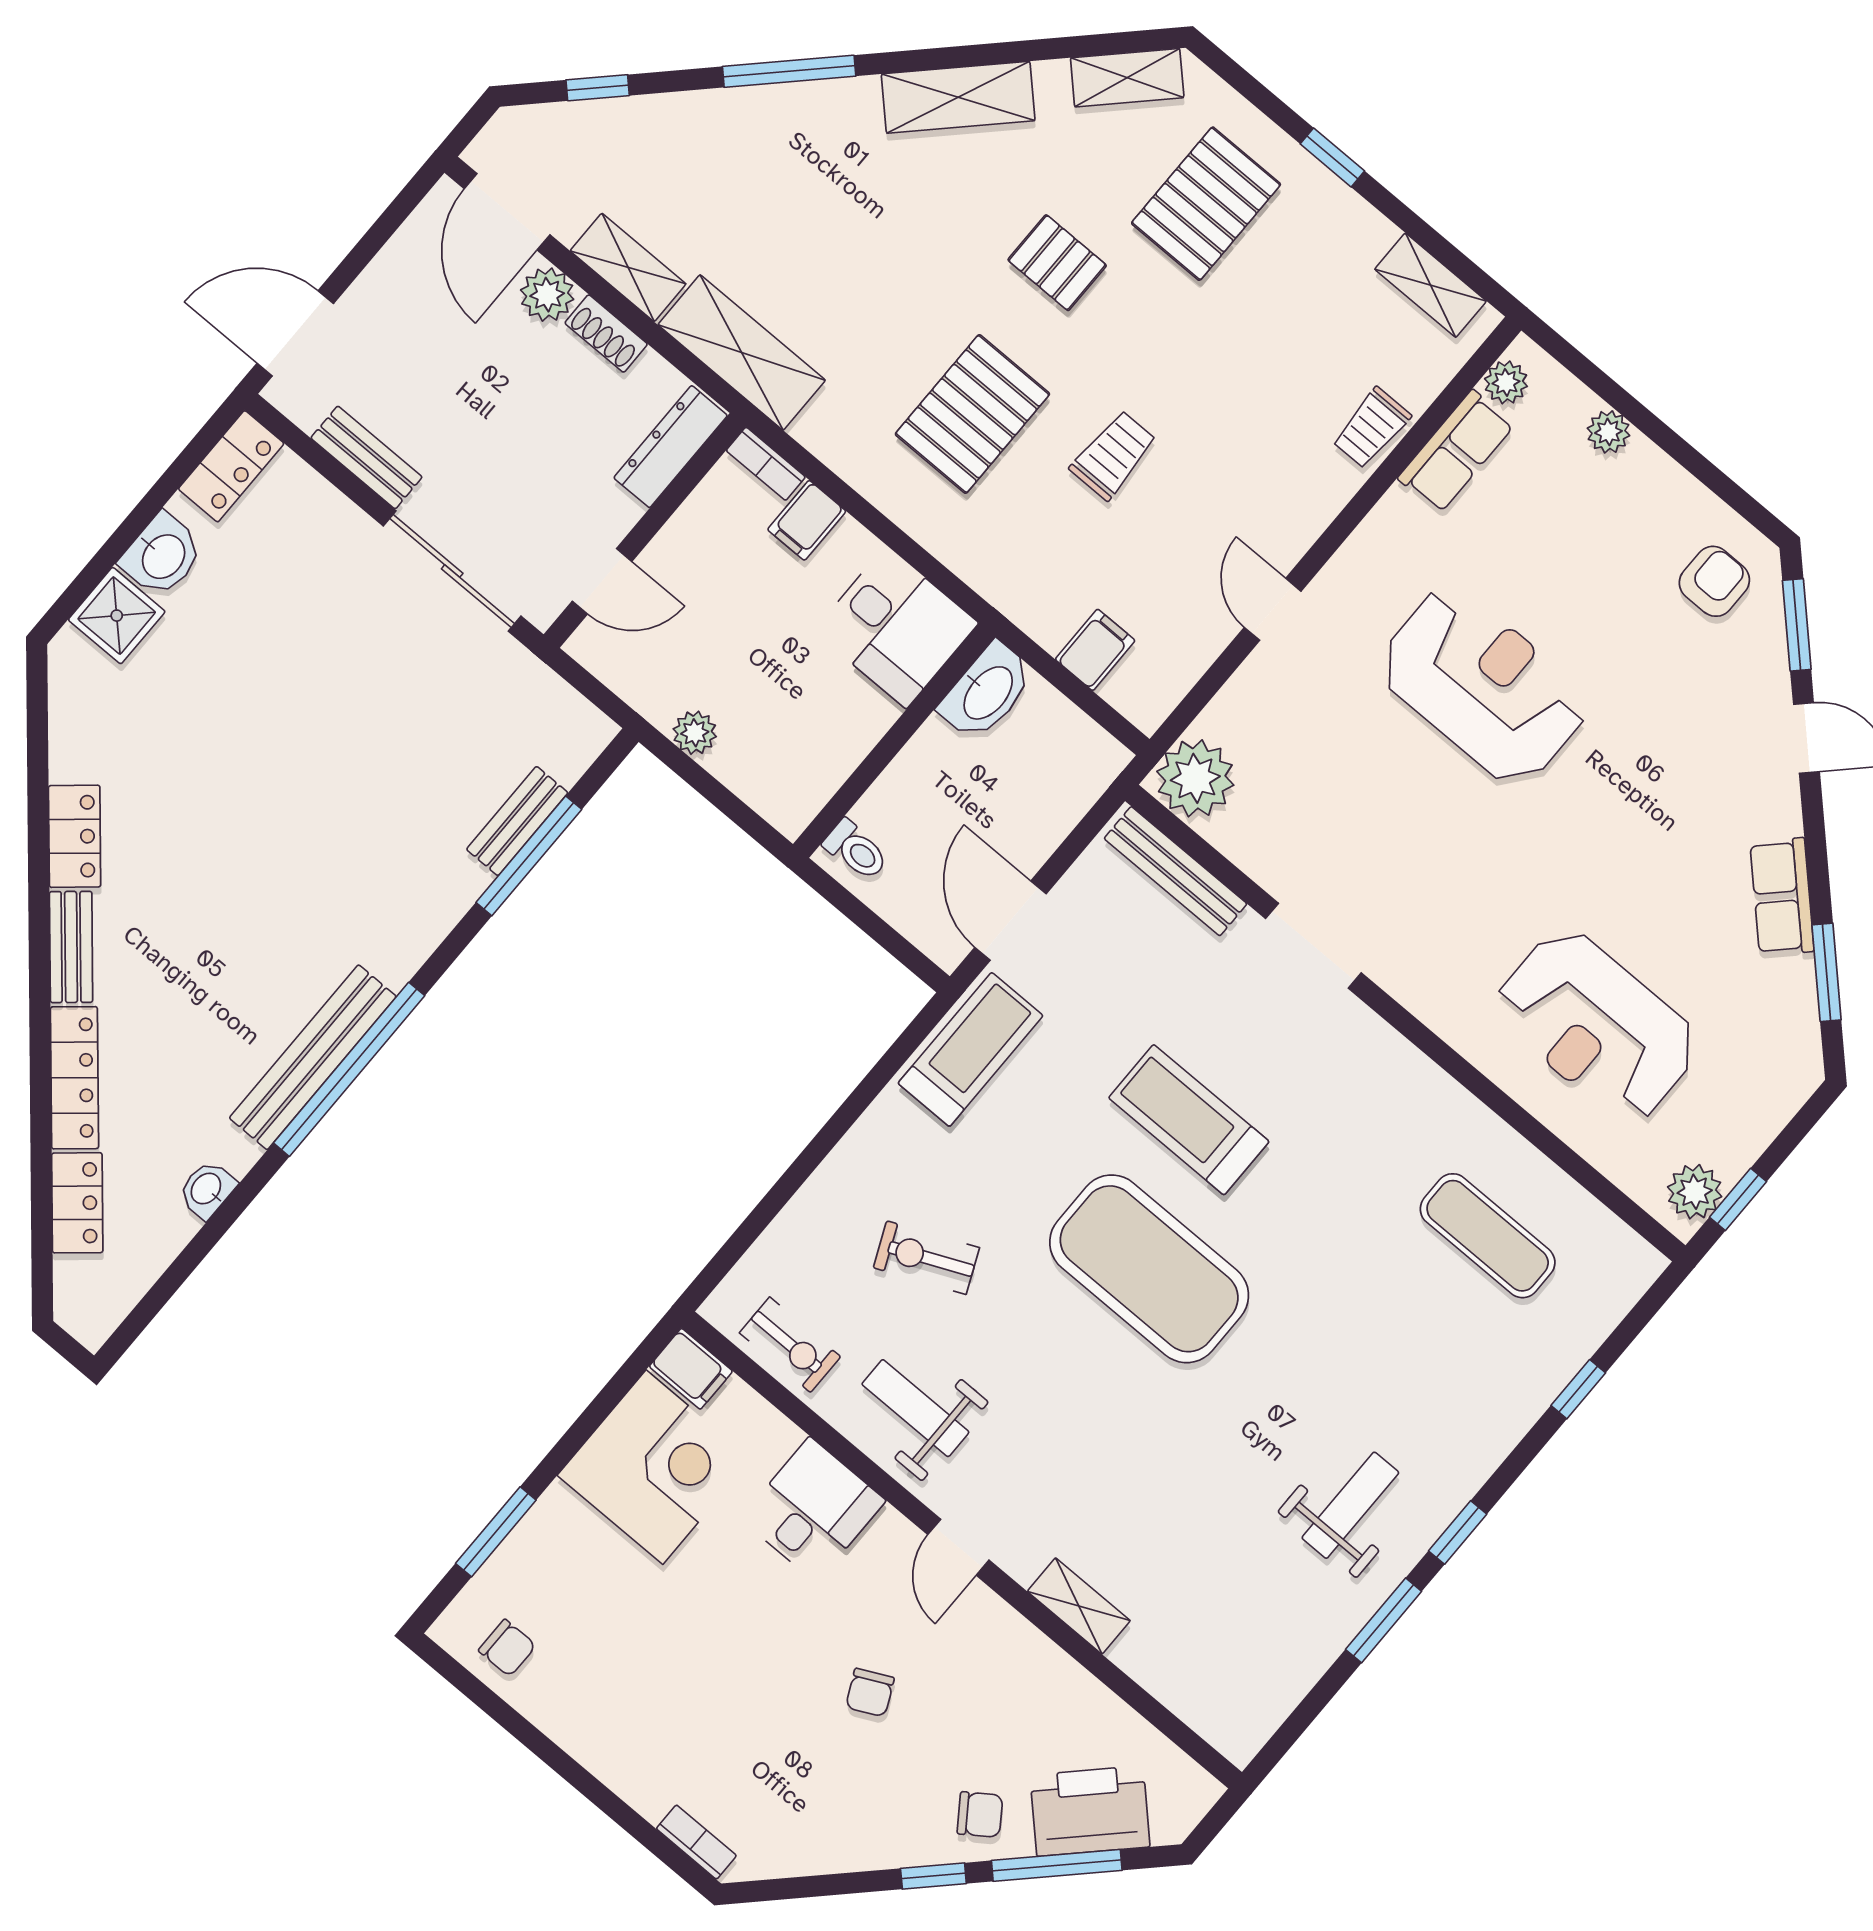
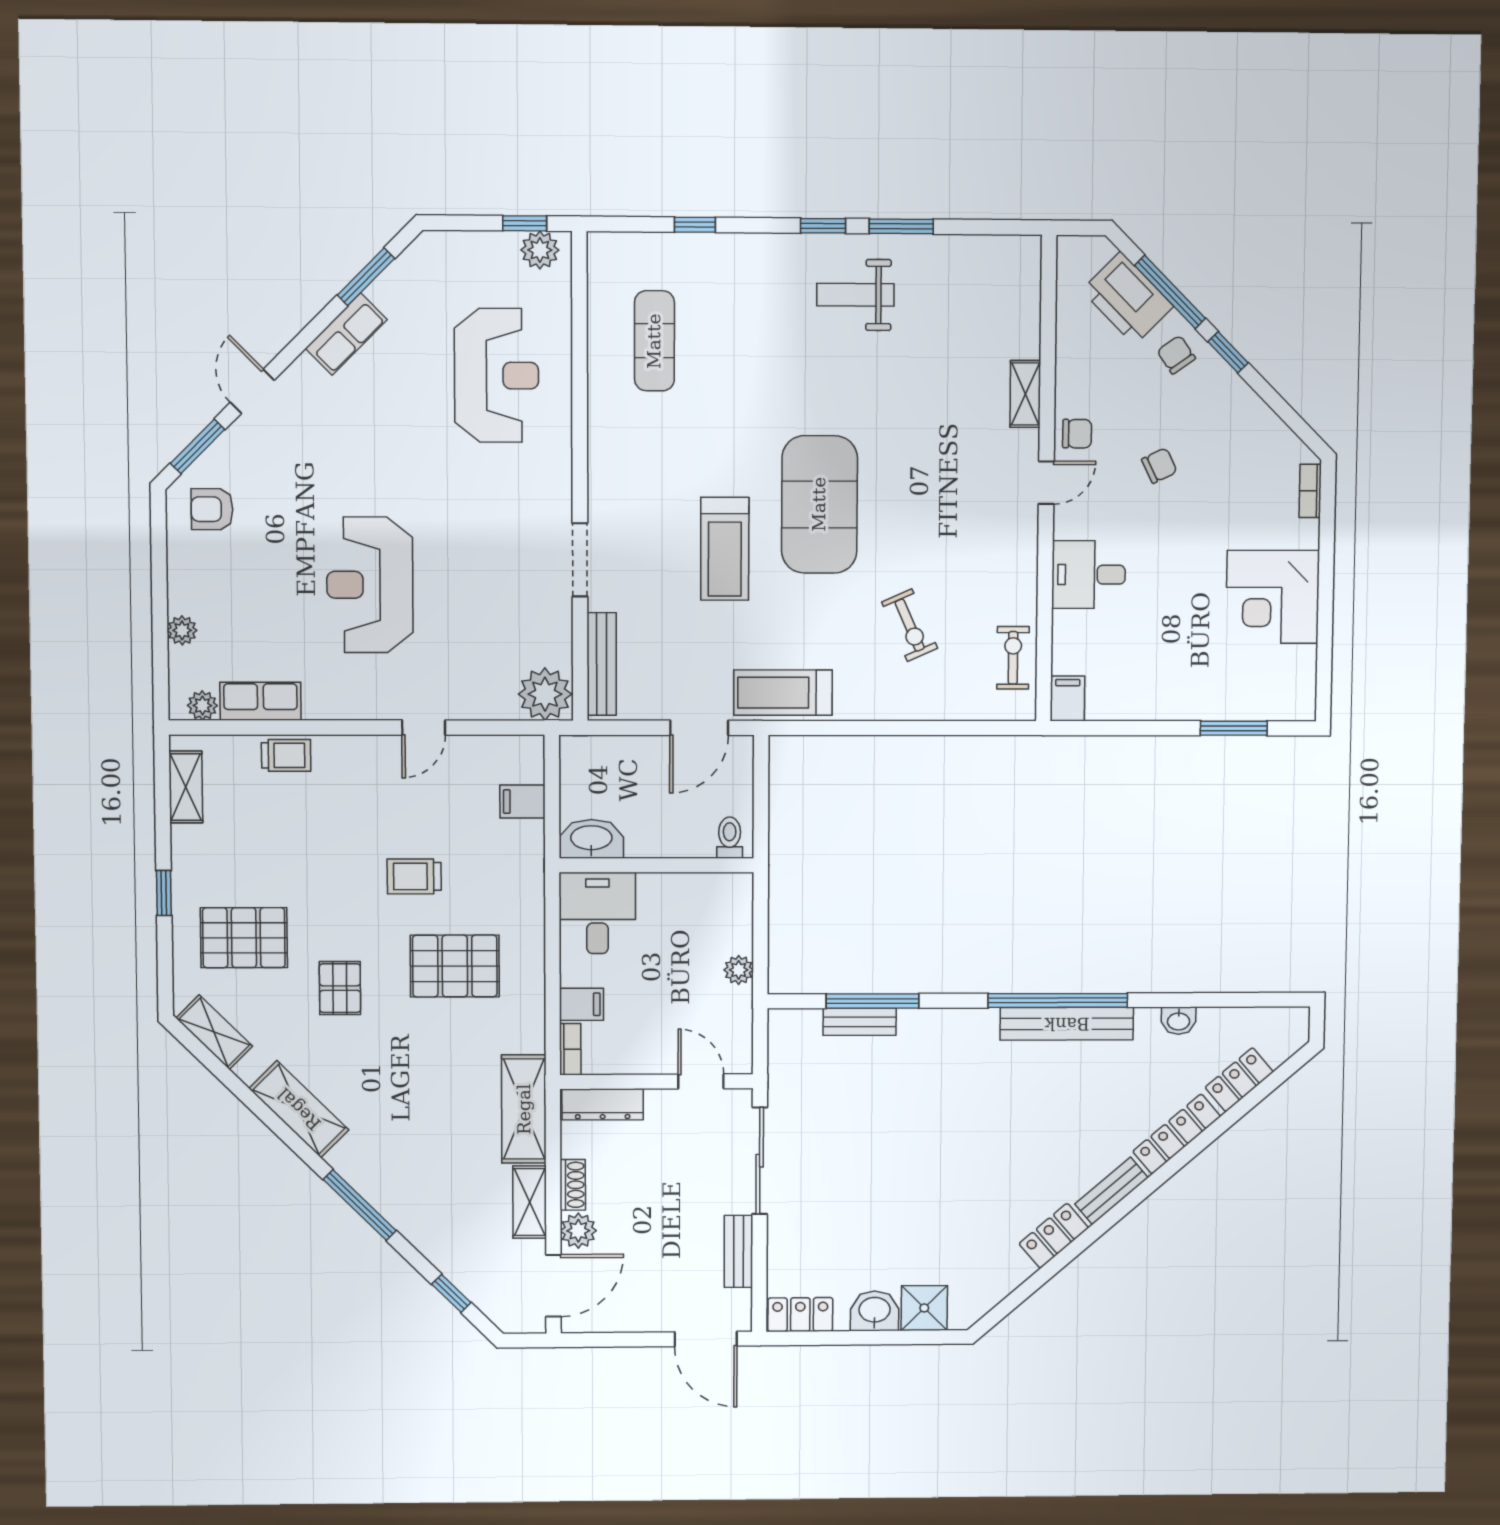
weight bench: (915, 1408) -> (992, 566), removed
corner desk: (654, 1467) -> (1273, 597), moved, turned -90
chair: (507, 1648) -> (1077, 434), moved, turned 90

